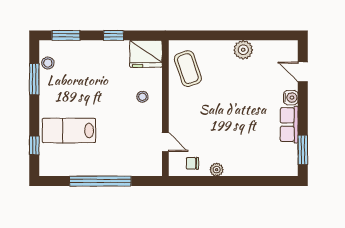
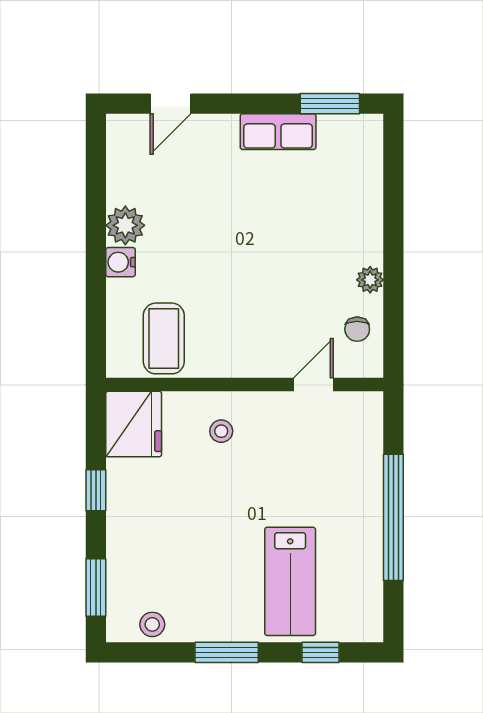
coffee table: (188, 69) -> (164, 338), turned -71
window: (34, 79) -> (227, 652), moved
water cooler: (291, 98) -> (121, 262), moved, turned -90

